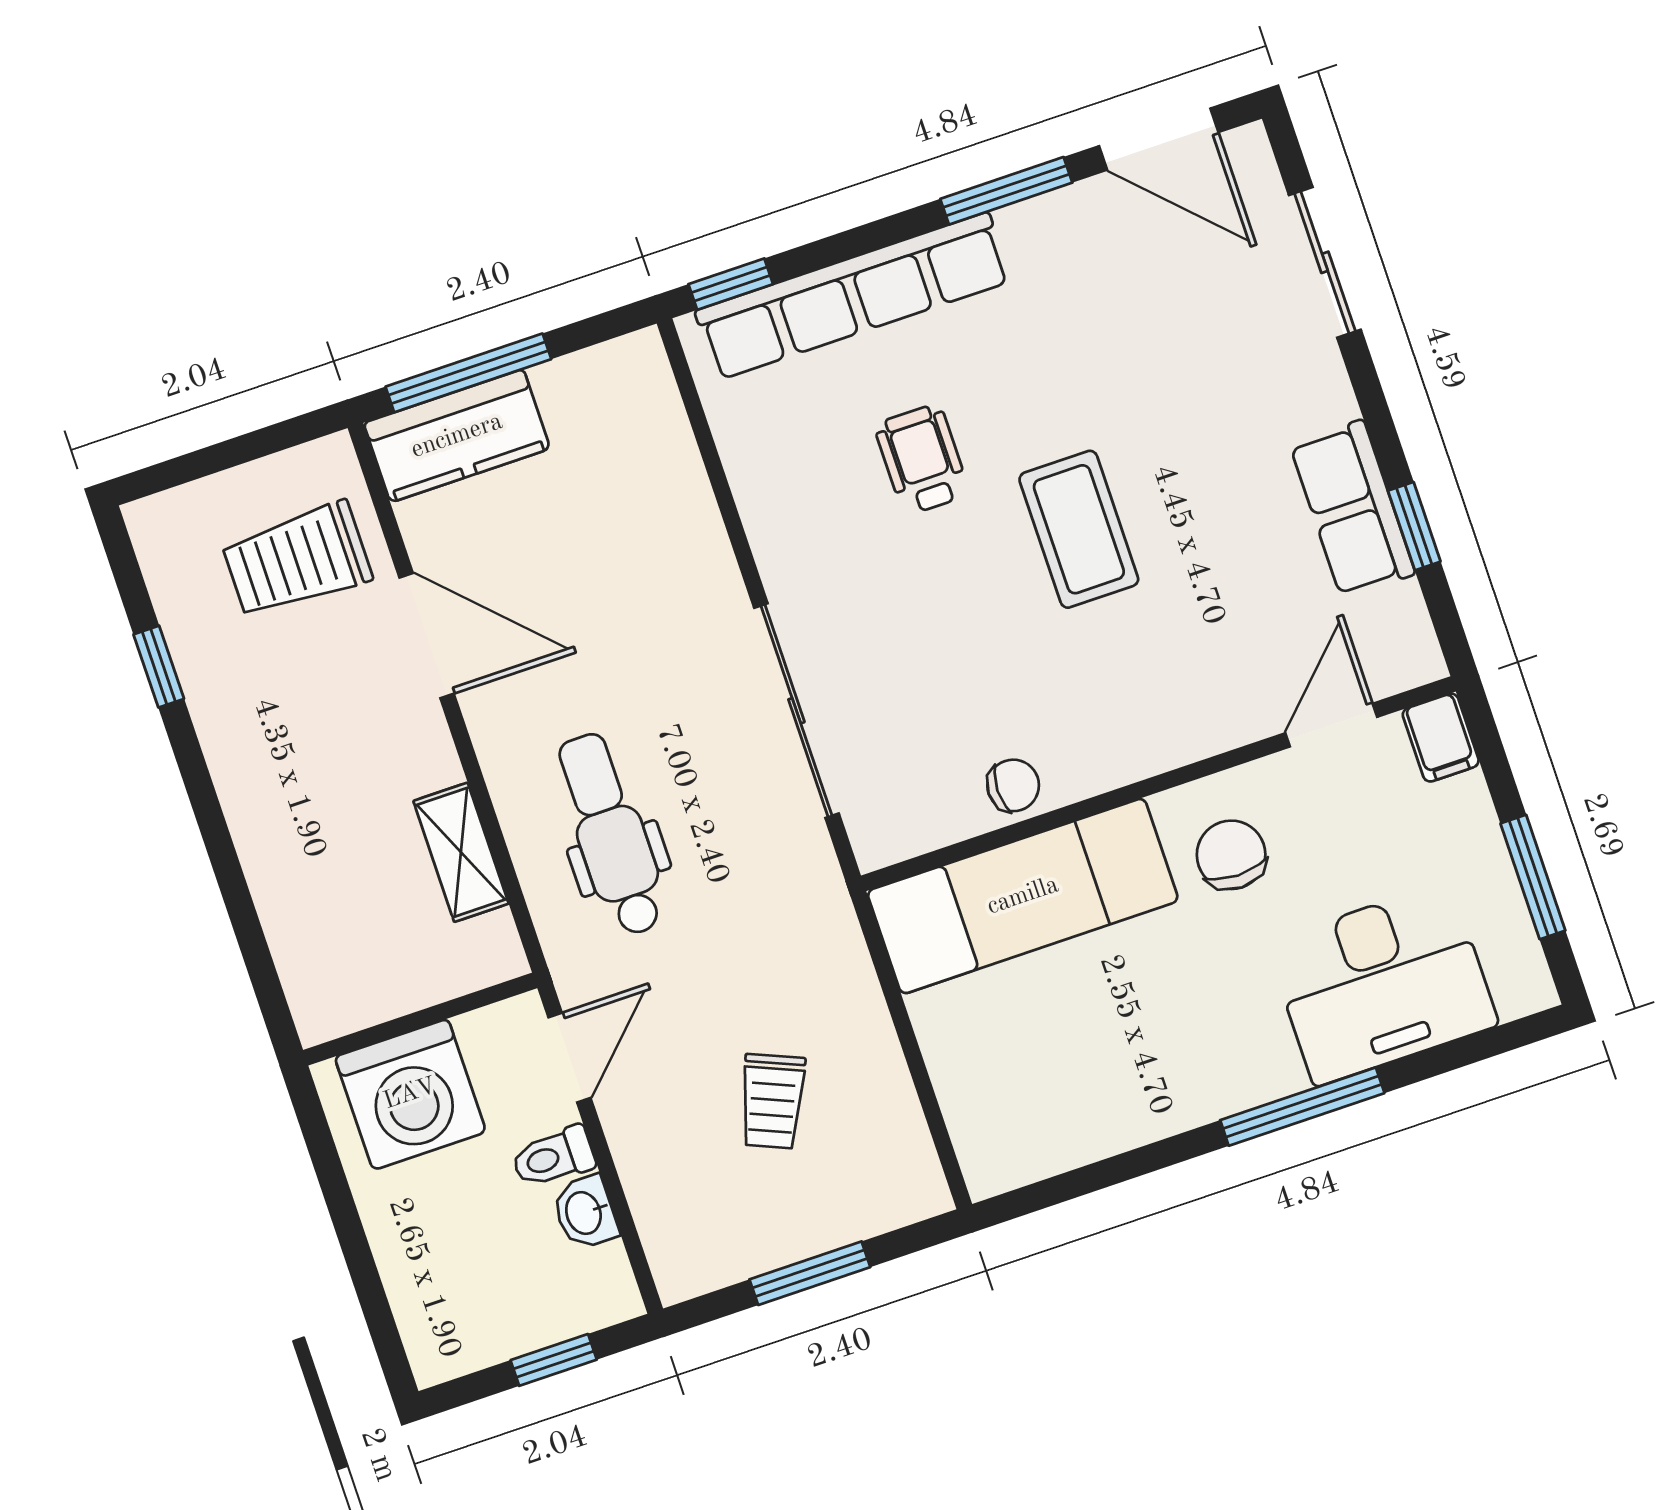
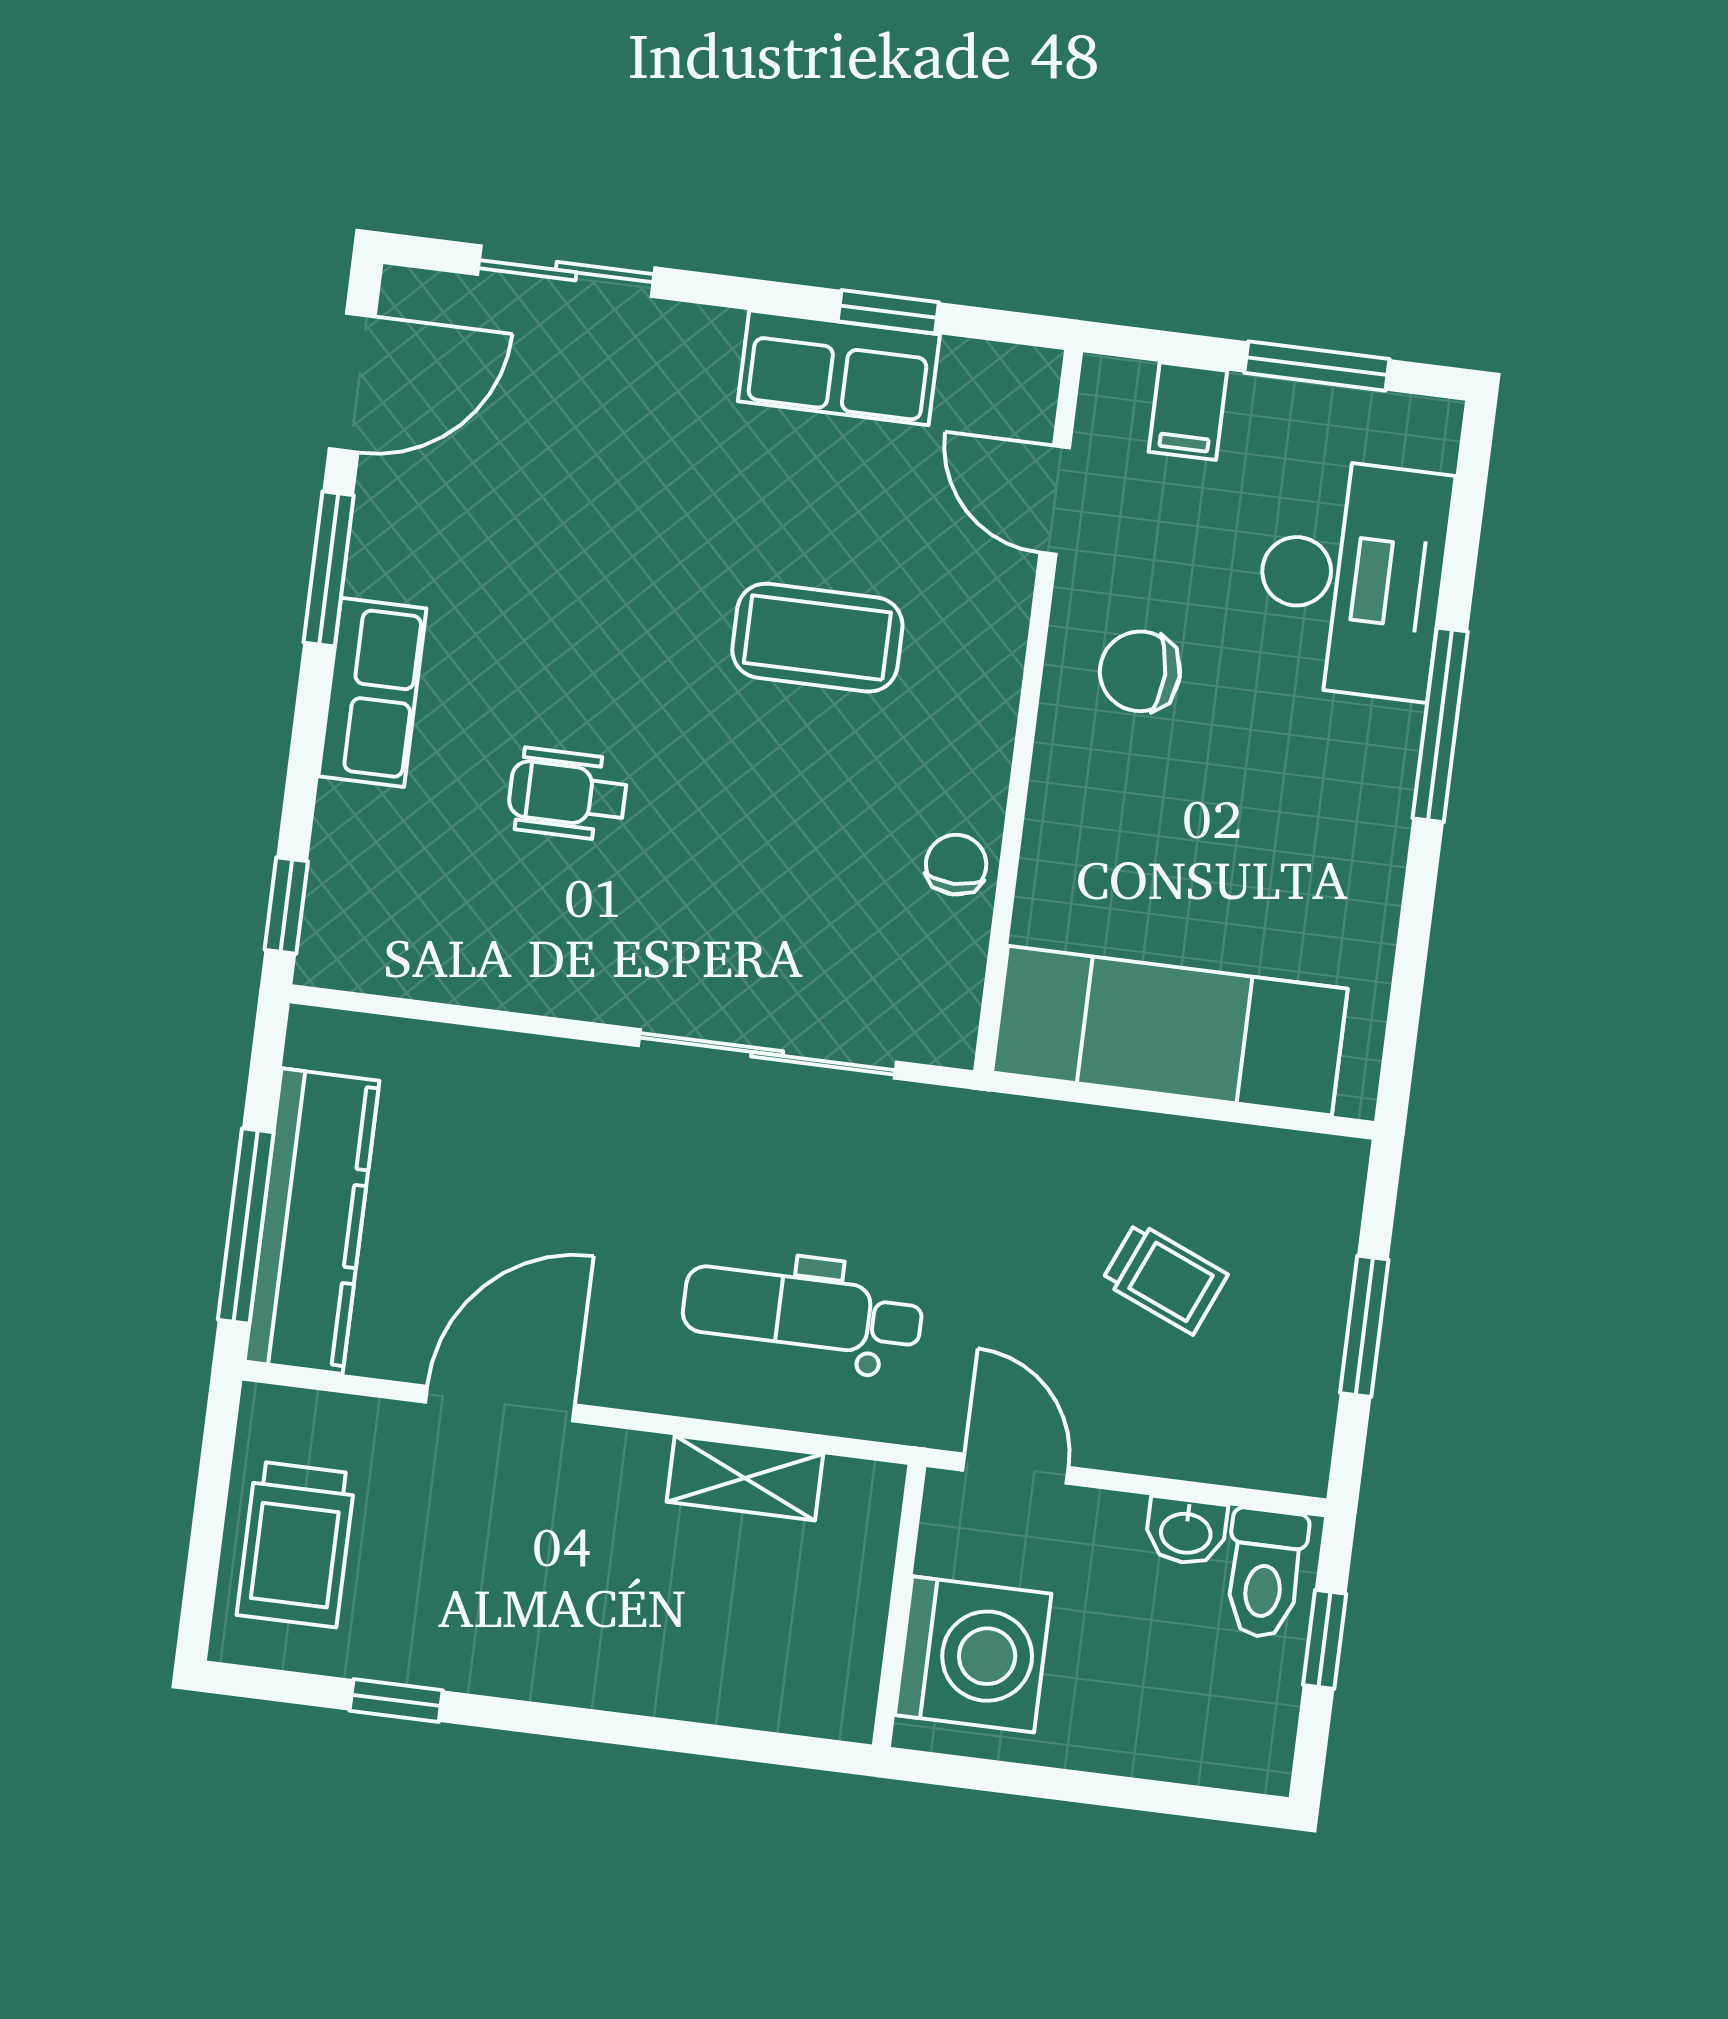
row of seats: (853, 296) -> (372, 692), width x0.50
kitchen counter: (457, 436) -> (312, 1221), width x1.50
coffee table: (1079, 529) -> (817, 638), moved
trolley: (297, 560) -> (296, 1544), moved
filing cabinet: (1441, 738) -> (1188, 411), moved, turned 90
exam couch: (1023, 896) -> (1170, 1031), moved, turned -90
toilet: (553, 1157) -> (1265, 1573), moved, width x1.37, depth x1.39

